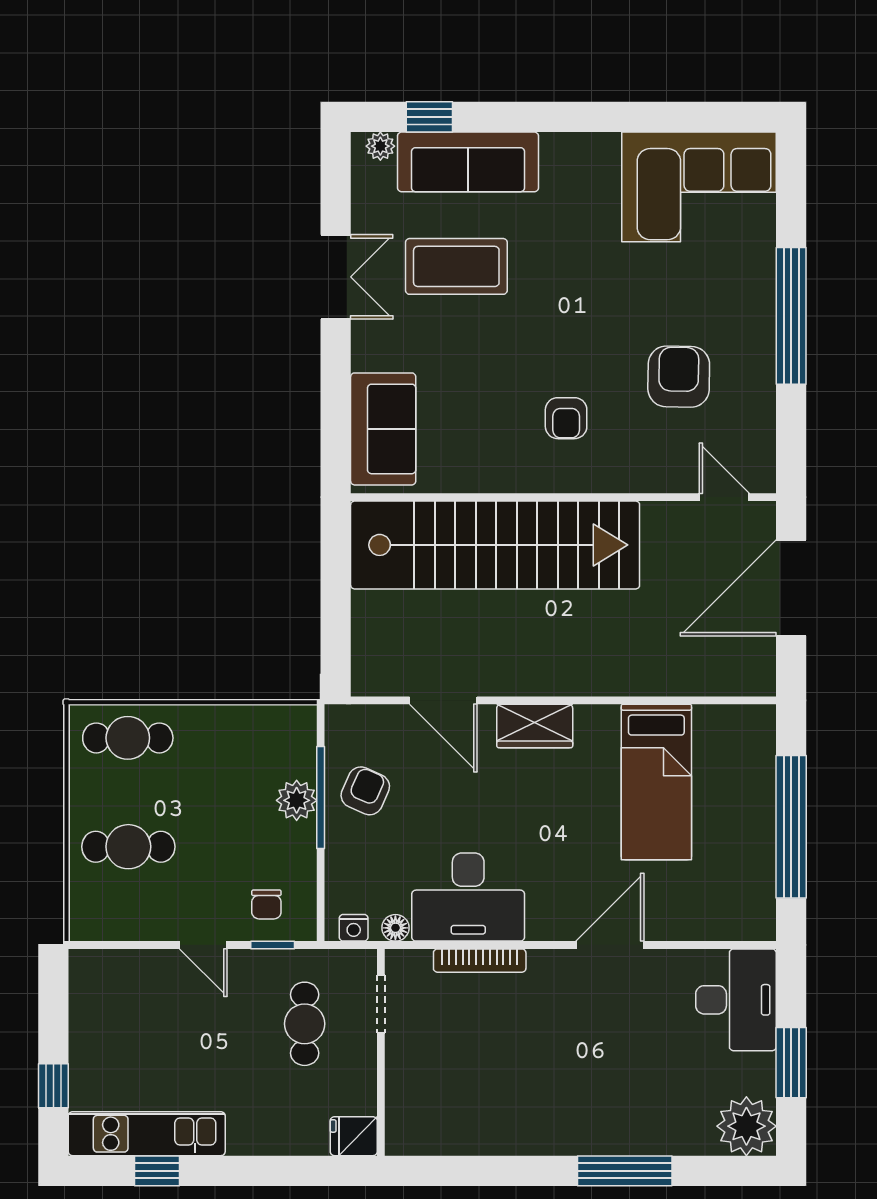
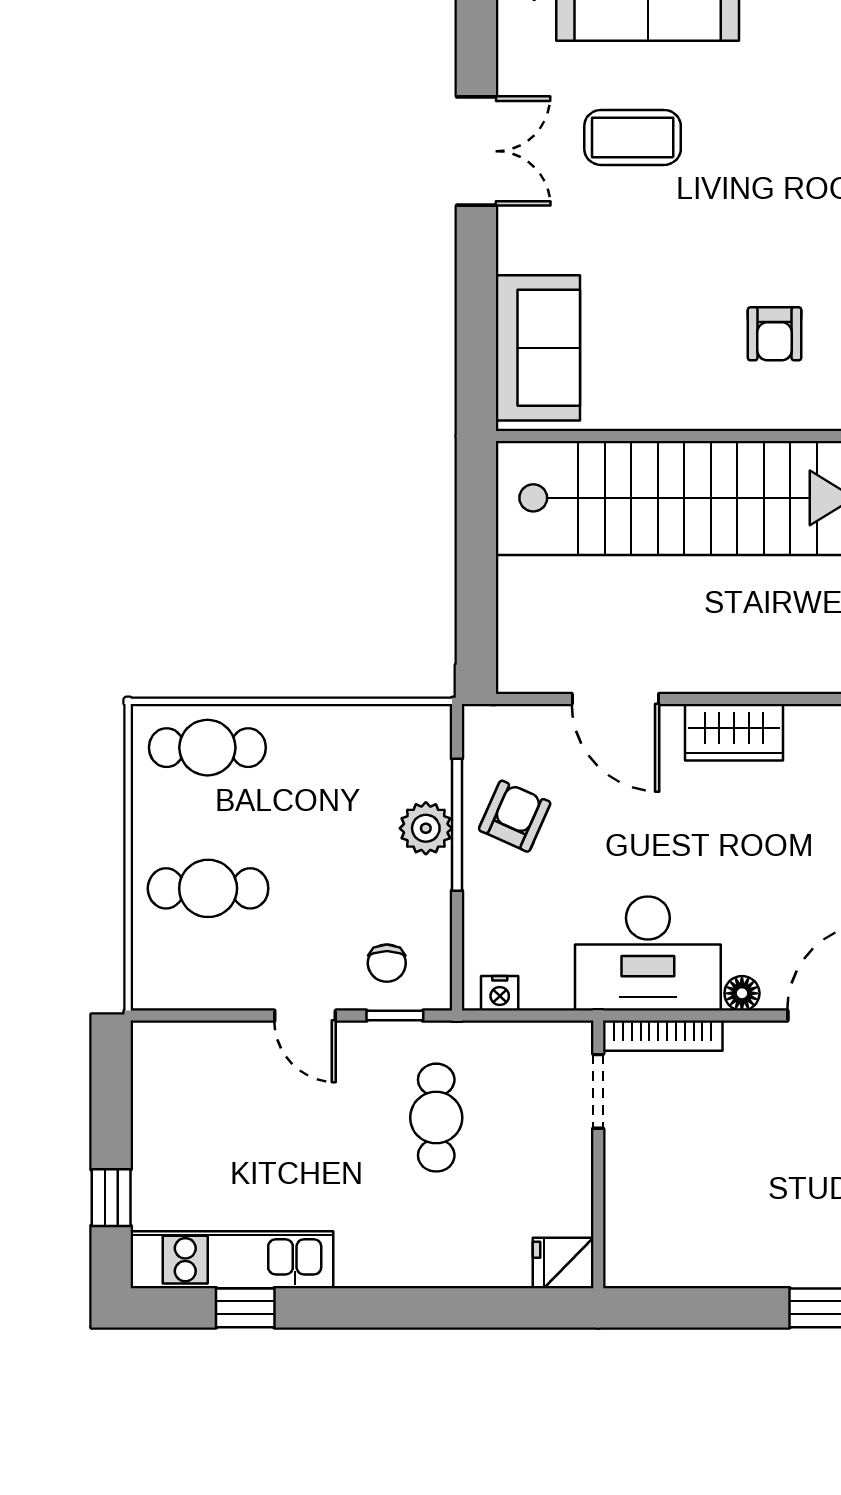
coffee table: (456, 266) -> (633, 137), width x0.73, depth x0.76
floor lamp: (395, 928) -> (742, 993), moved
doorway: (381, 1004) -> (598, 1091), moved
wall: (381, 1052) -> (598, 1154), moved
fridge: (354, 1136) -> (563, 1263), moved

